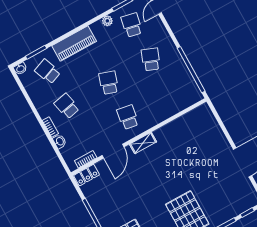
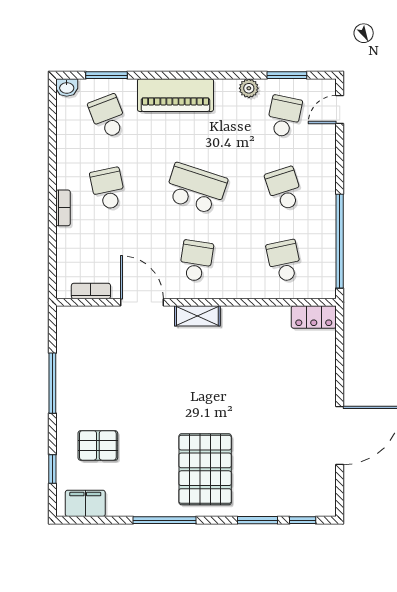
school desk: (151, 59) -> (284, 189), turned -39
school desk: (109, 83) -> (196, 189), width x1.85
school desk: (170, 94) -> (284, 261), added
washbasin: (60, 141) -> (65, 239), removed
door: (113, 151) -> (142, 302), swing flipped
locker: (86, 175) -> (314, 317), moved

